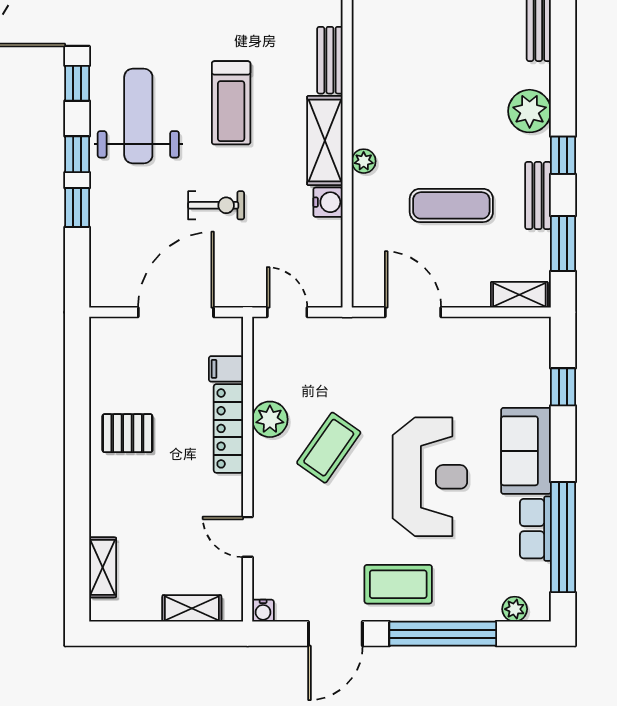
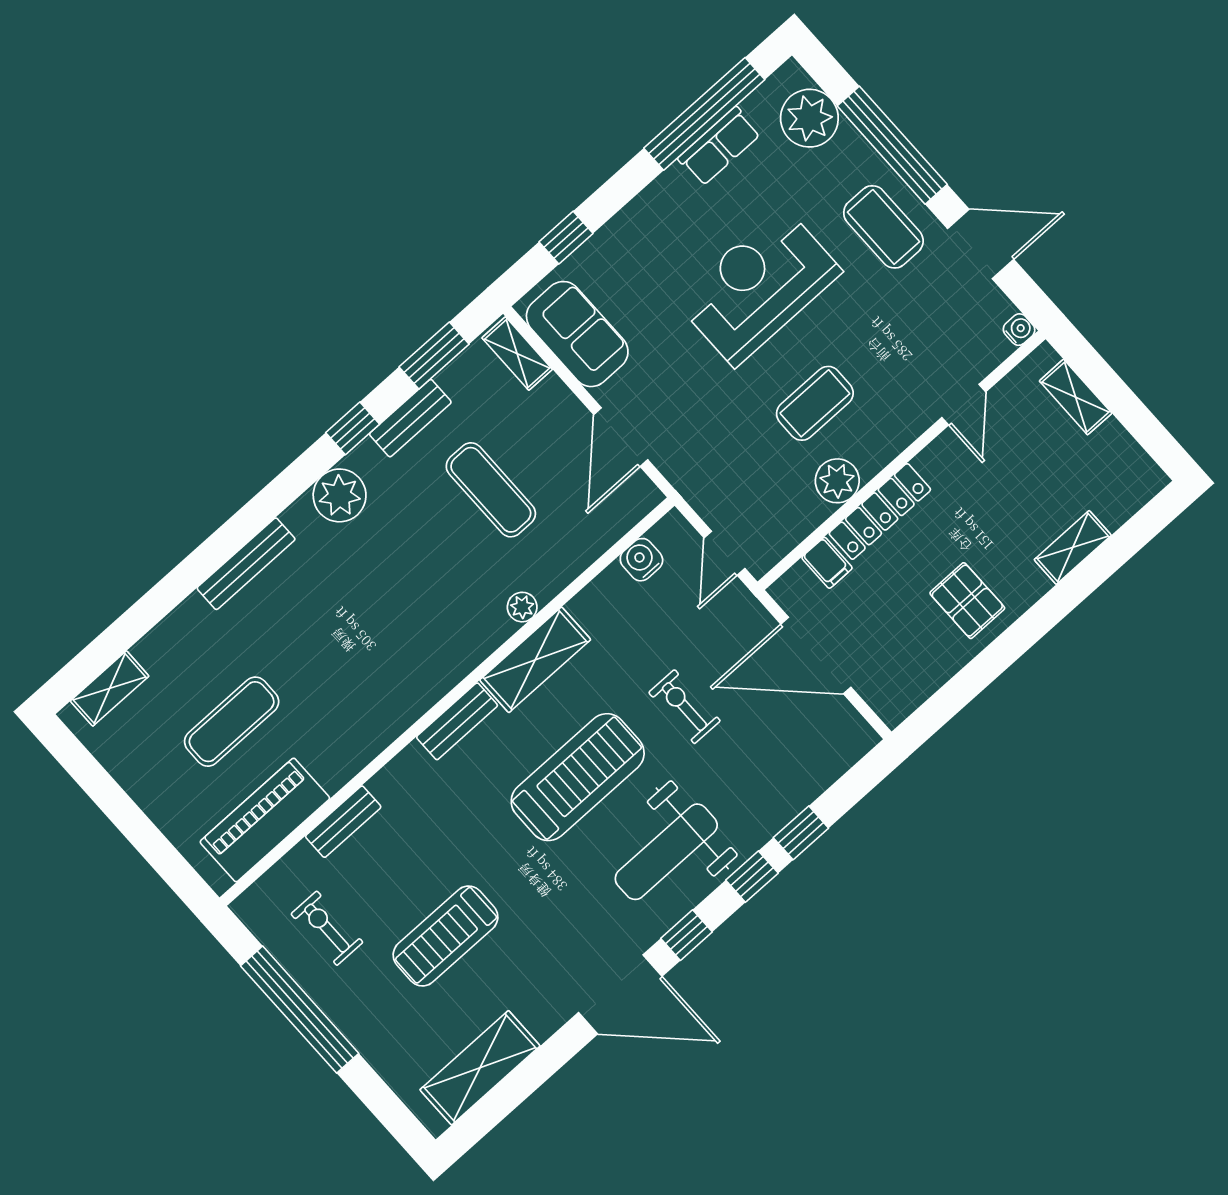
treadmill: (231, 103) -> (578, 777), width x1.37, depth x1.38
water cooler: (328, 202) -> (641, 560), moved
coffee table: (329, 448) -> (815, 403), turned -35
sofa: (526, 451) -> (577, 334), moved, turned -90
shelving: (103, 567) -> (1073, 547), moved
plant: (515, 609) -> (809, 118), width x1.88, depth x1.88

